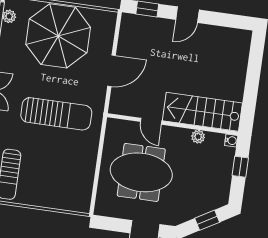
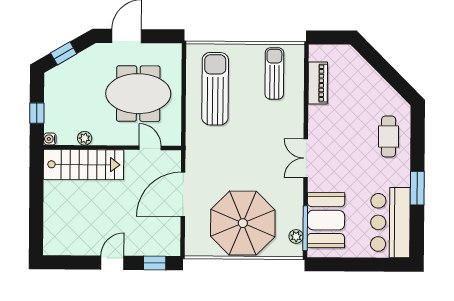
door: (112, 71) -> (183, 194), width x1.36
sun lounger: (56, 114) -> (215, 89), moved, turned 90
door: (151, 121) -> (150, 148), moved

